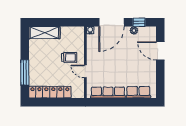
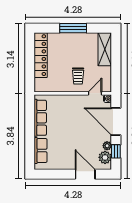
plant: (145, 32) -> (105, 157), added
door: (160, 51) -> (85, 174), hinge flipped
door: (85, 71) -> (95, 93), moved
window: (25, 72) -> (73, 28), moved

